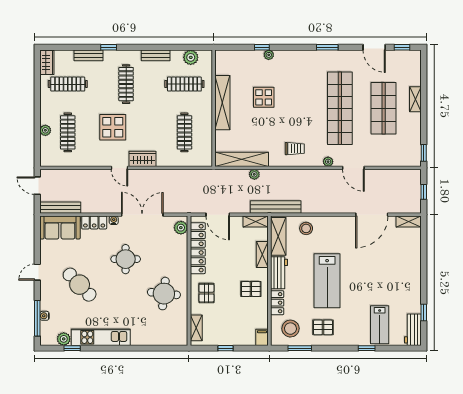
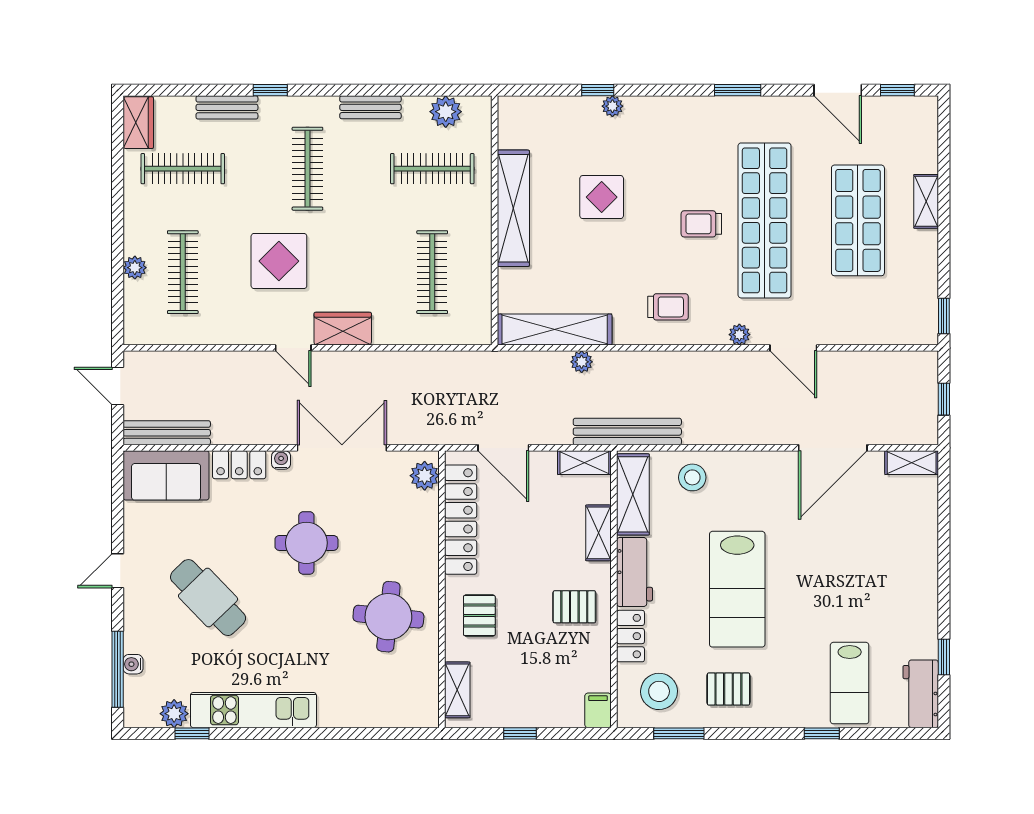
trolley: (310, 110) -> (701, 224), added

